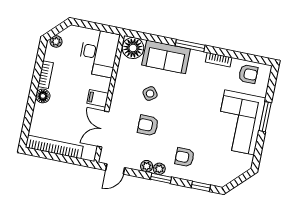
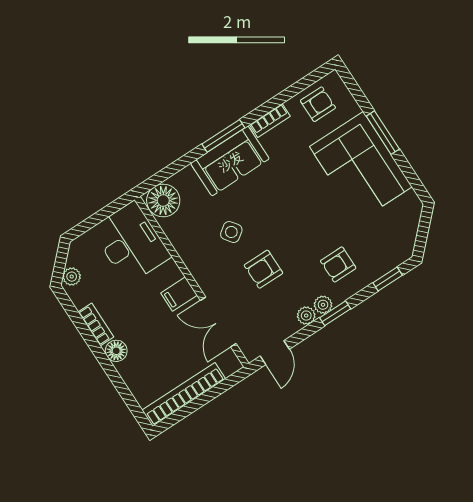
sofa: (166, 57) -> (230, 161), moved

